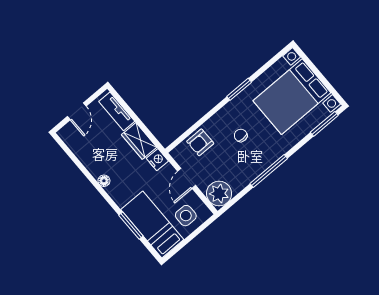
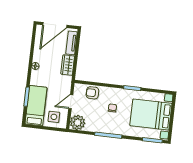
door: (77, 111) -> (55, 25), width x1.88
nightstand: (157, 160) -> (67, 81), removed

